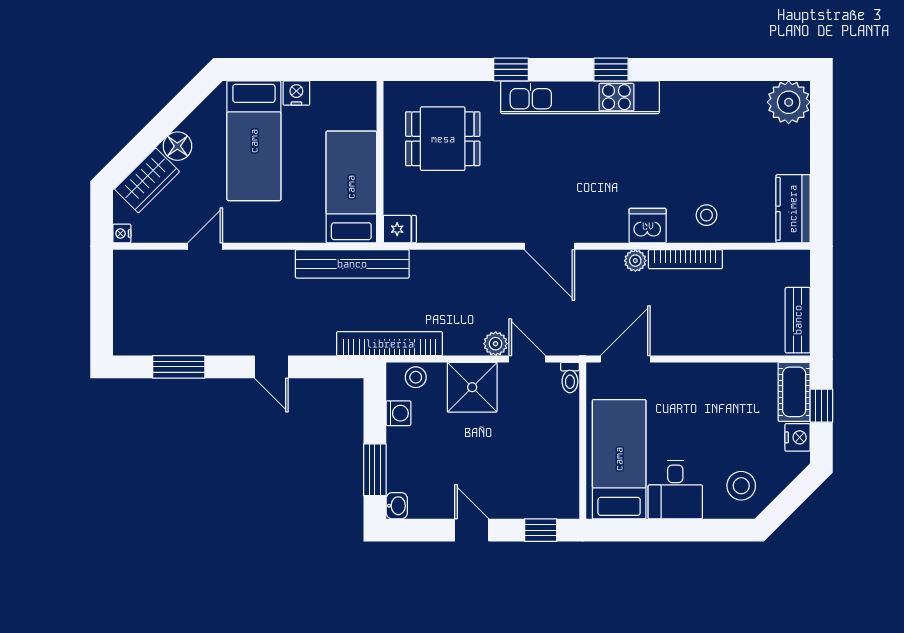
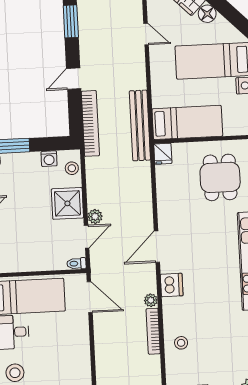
dishwasher: (648, 226) -> (172, 285), moved
bookcase: (390, 344) -> (90, 123), moved

